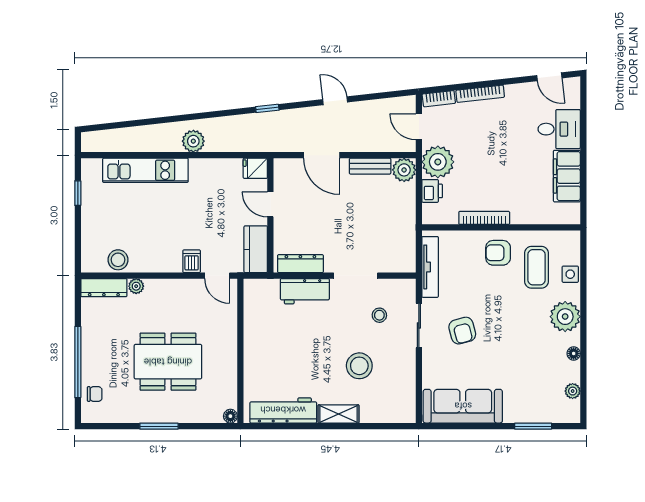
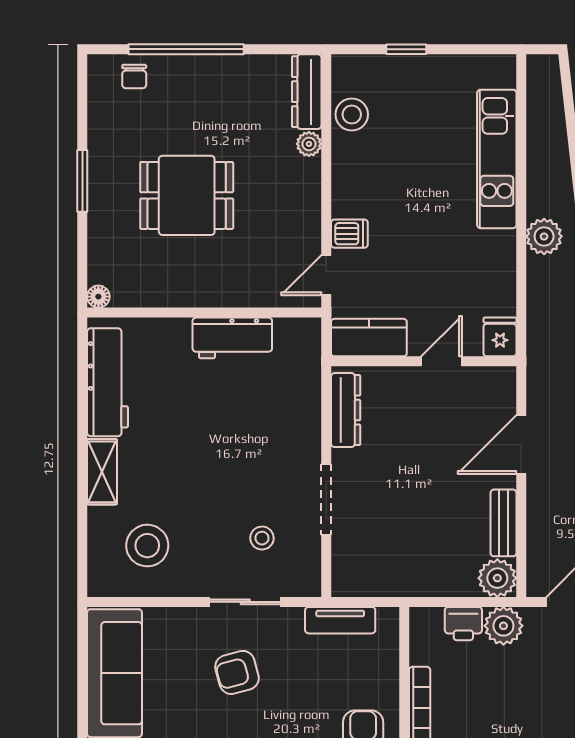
plant: (438, 162) -> (503, 626), width x0.73, depth x0.73
window: (78, 193) -> (406, 49), moved
tv unit: (430, 267) -> (340, 620), width x0.71
workbench: (305, 291) -> (232, 338), moved, turned -90
dining table: (168, 362) -> (187, 195), width x0.73
stool: (359, 366) -> (147, 546), moved

